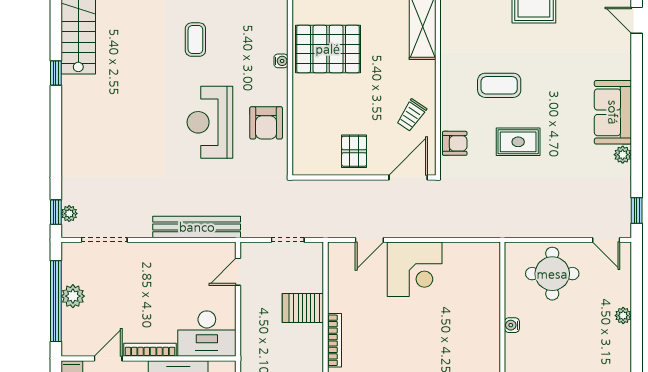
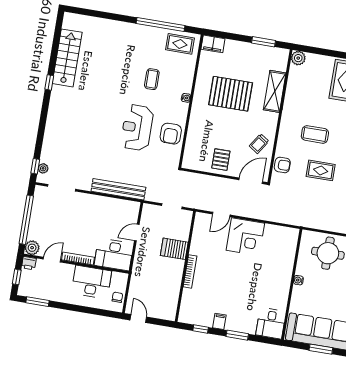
coffee table: (195, 40) -> (152, 79), moved
pallet: (328, 49) -> (231, 94), moved
door: (238, 272) -> (137, 233), moved
plant: (73, 296) -> (32, 248), moved

